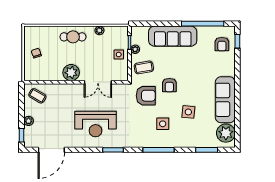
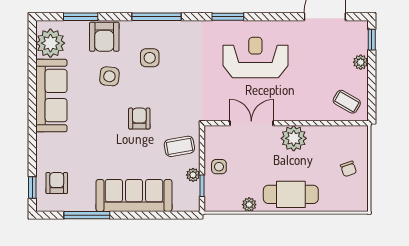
window: (203, 24) -> (87, 215), width x0.68
cafe table: (73, 37) -> (291, 194), width x1.37, depth x1.35
armchair: (146, 96) -> (104, 37), moved, turned -90

